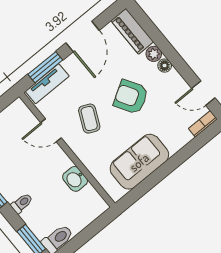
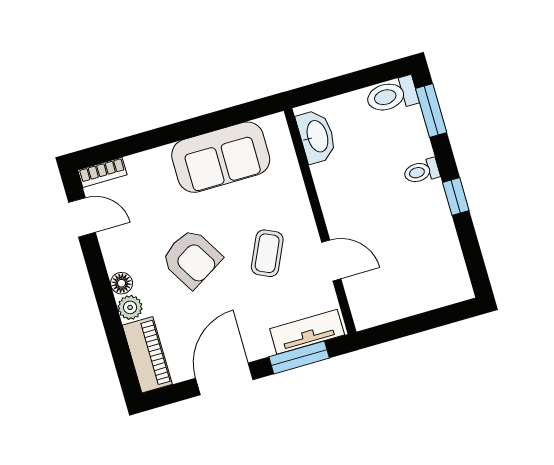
washbasin: (75, 179) -> (317, 136), moved, width x1.38

